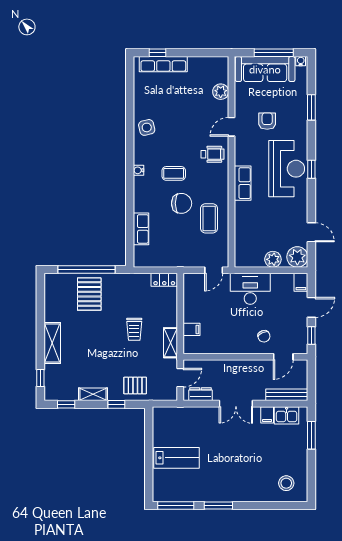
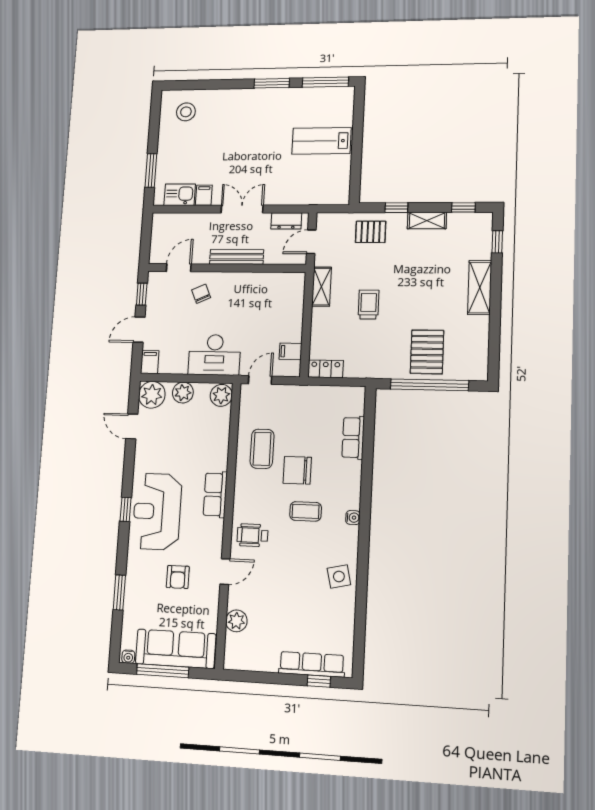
plant: (243, 258) -> (221, 395), added
filing cabinet: (192, 329) -> (291, 351), moved
bench: (287, 395) -> (237, 257), moved

